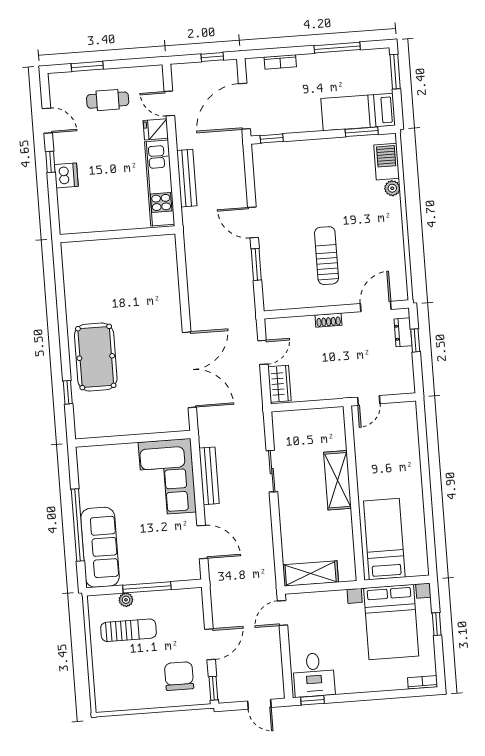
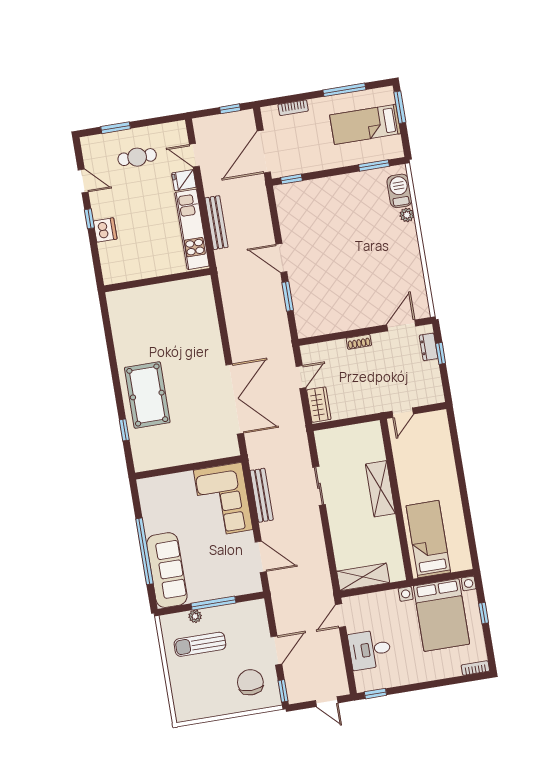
bed: (358, 112) -> (365, 124), moved
sun lounger: (327, 256) -> (352, 282), removed
sun lounger: (128, 630) -> (200, 644), turned 180
desk: (314, 675) -> (370, 650), moved, turned 90

